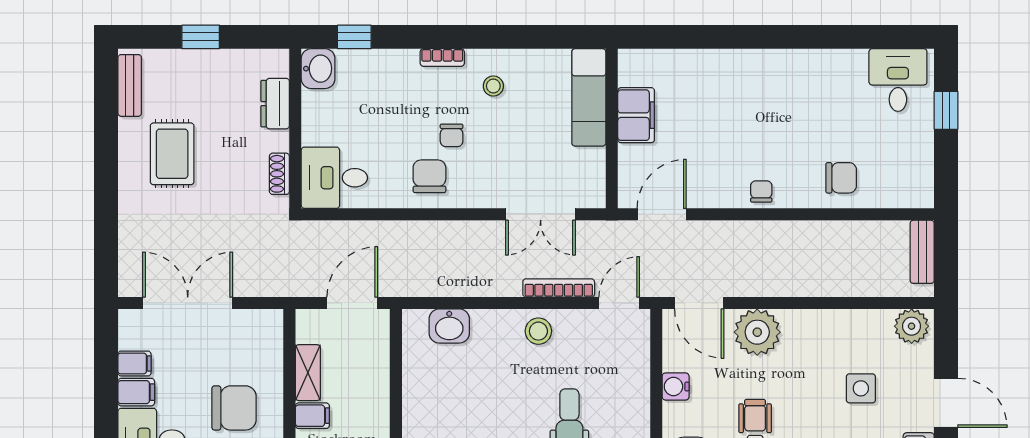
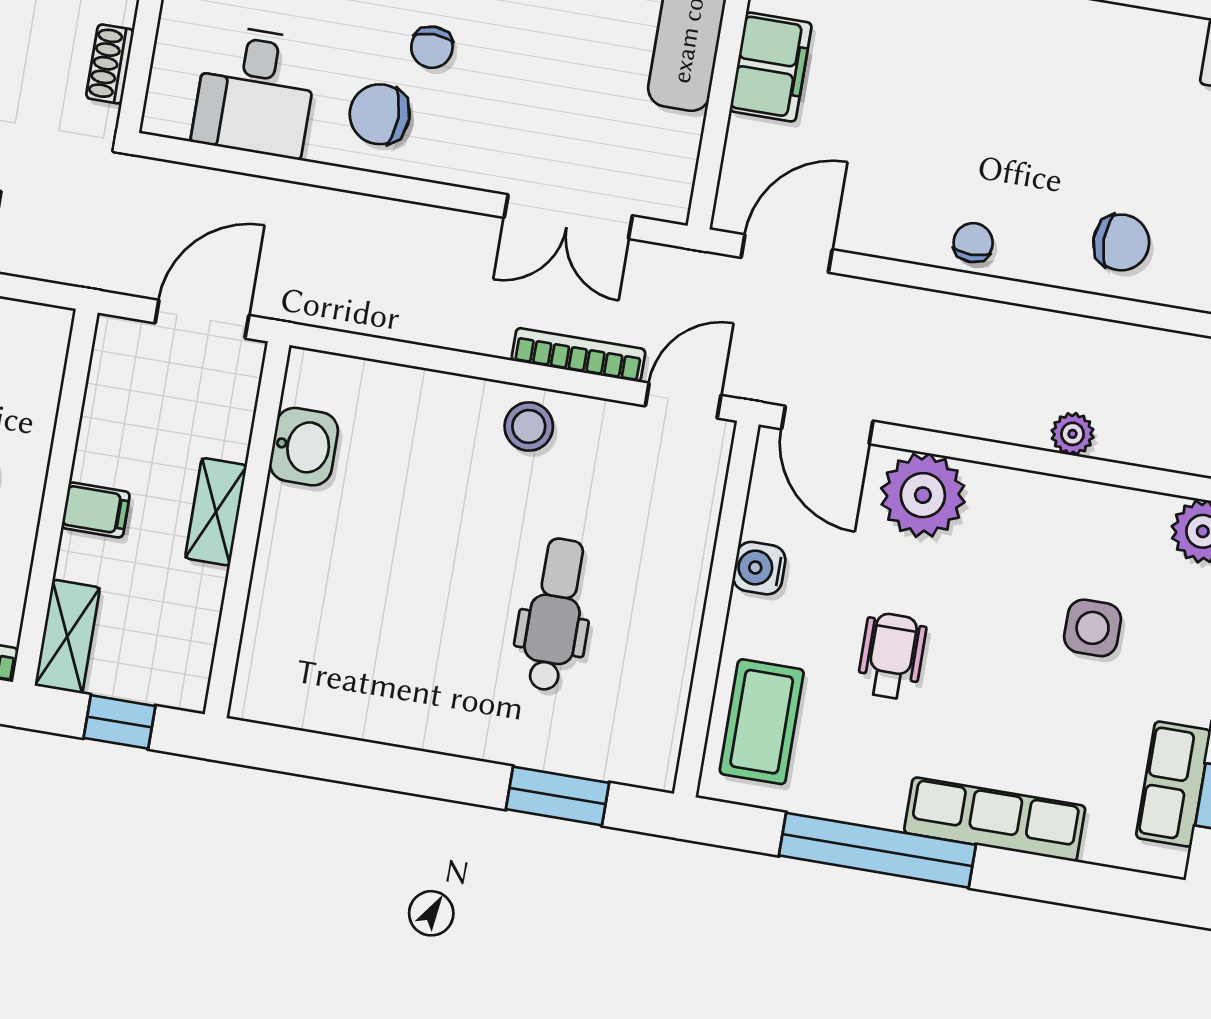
chair: (429, 176) -> (380, 114), turned -90
desk: (334, 178) -> (255, 91), moved, turned -90
plant: (832, 285) -> (1073, 434), added
washbasin: (449, 326) -> (304, 447), moved, turned -90
shelving: (308, 373) -> (216, 512), moved

